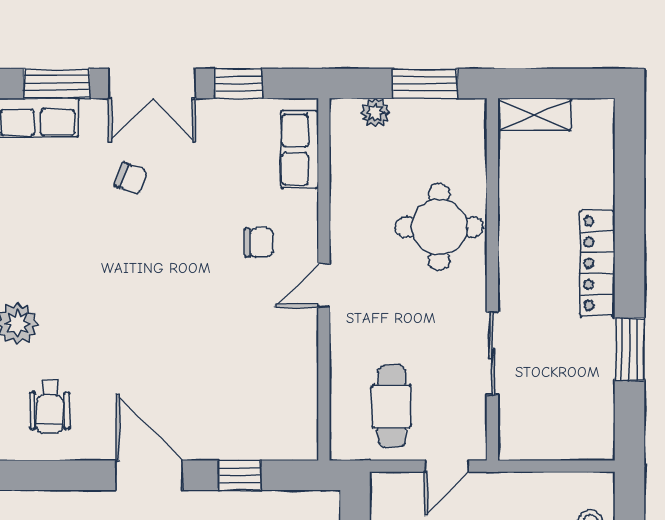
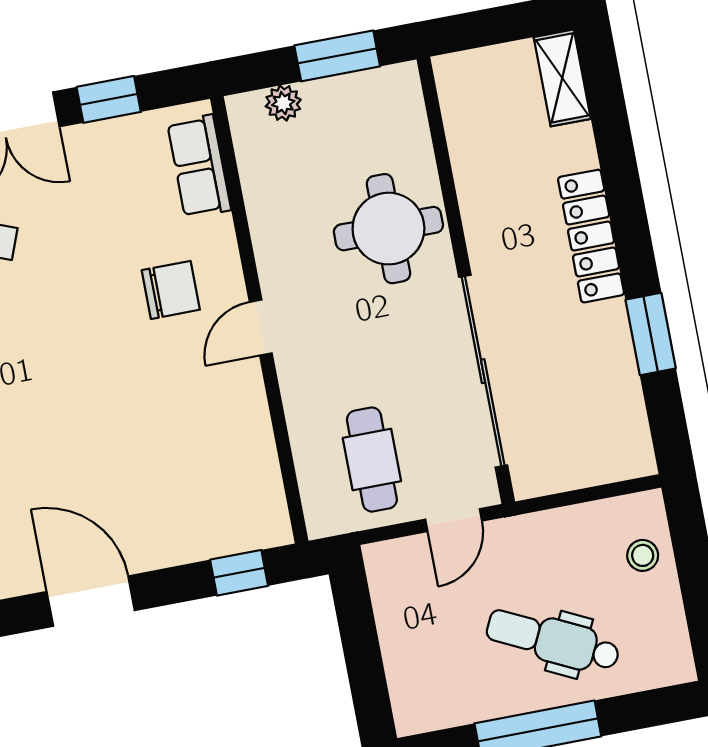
shelving: (534, 115) -> (562, 78), moved, turned 90
chair: (259, 243) -> (171, 290), width x1.37, depth x1.37
sliding door: (492, 353) -> (483, 371), width x1.86
window: (239, 475) -> (239, 573), moved

